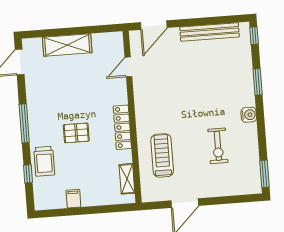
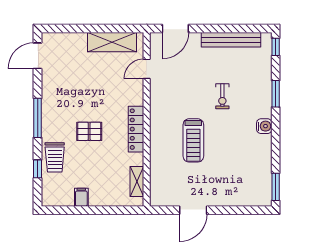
shelving: (67, 45) -> (112, 42), moved
exercise bike: (218, 146) -> (222, 96), moved, width x0.73, depth x0.72
treadmill: (162, 155) -> (193, 140), moved, turned 180

